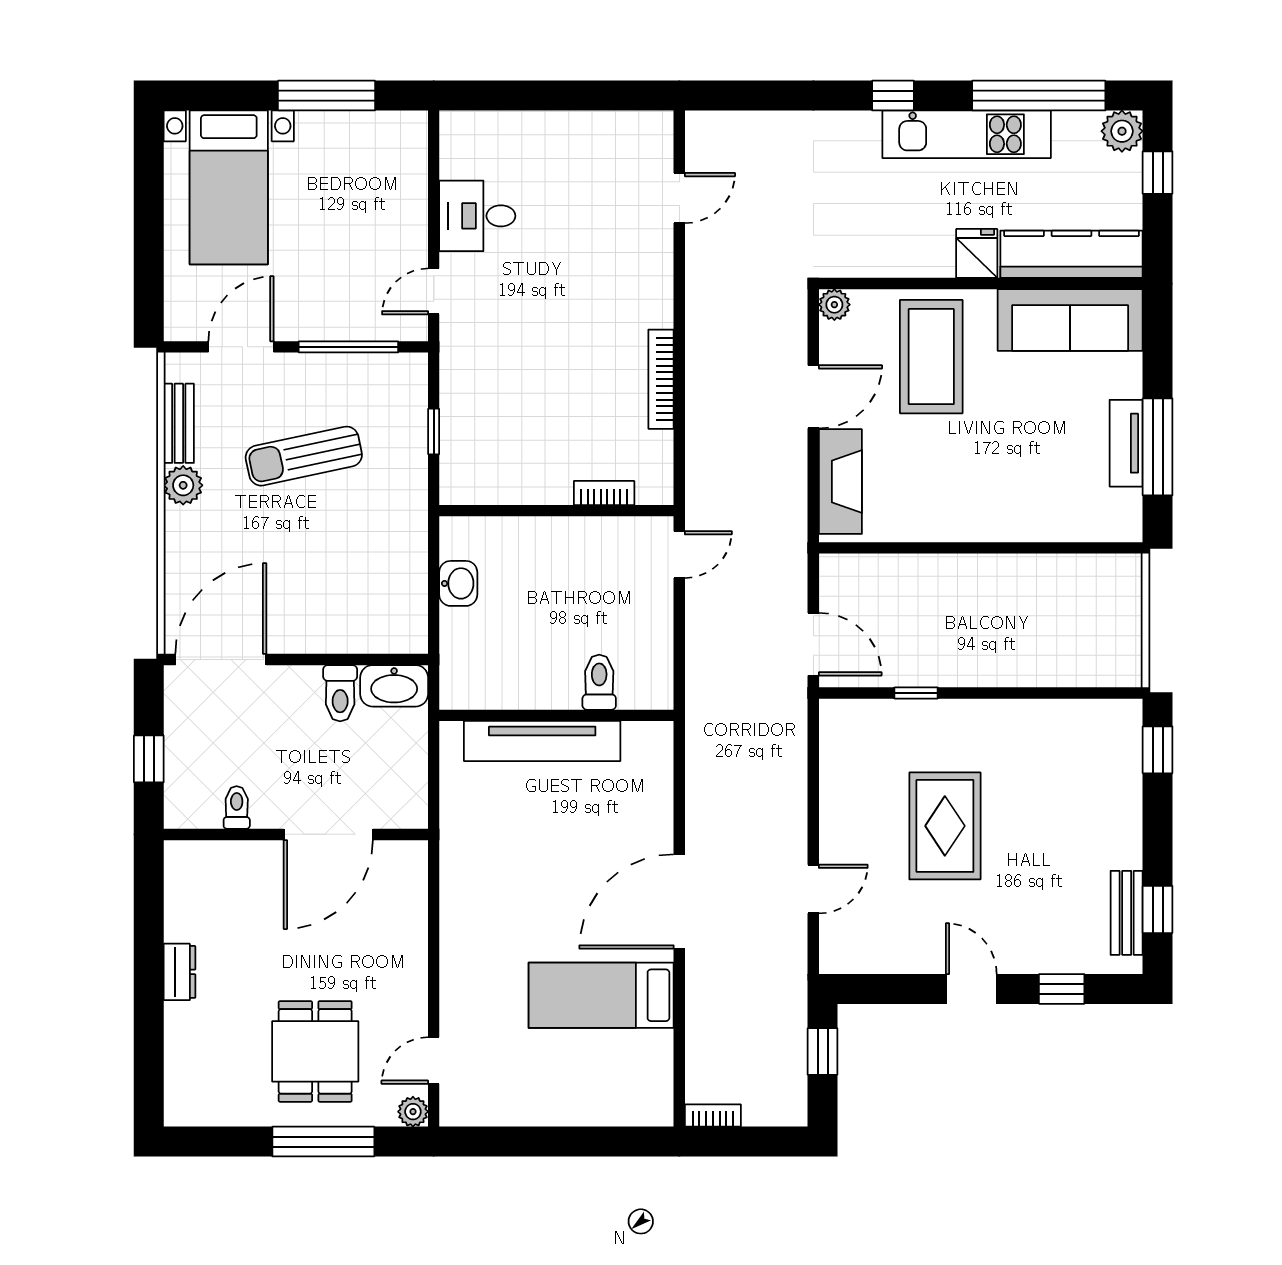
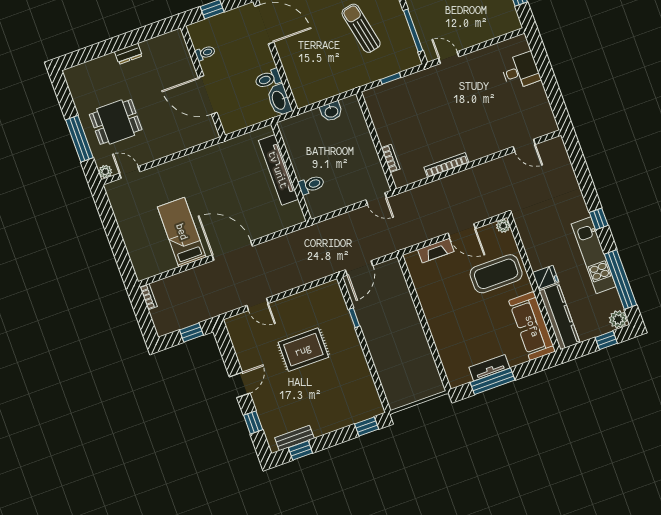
desk: (477, 216) -> (521, 71), moved, turned 90
fireplace: (840, 482) -> (436, 251), width x0.73, depth x0.76

